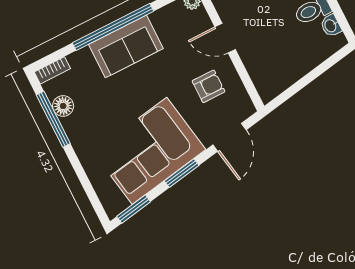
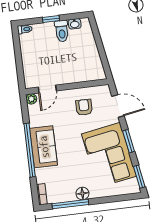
door: (225, 38) -> (47, 89), moved
floor lamp: (63, 106) -> (82, 193), moved

